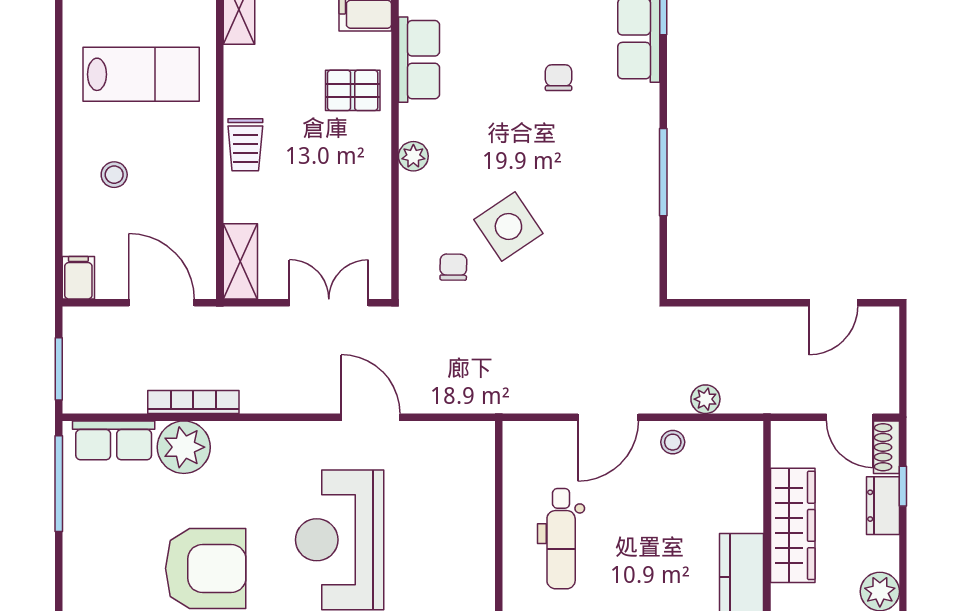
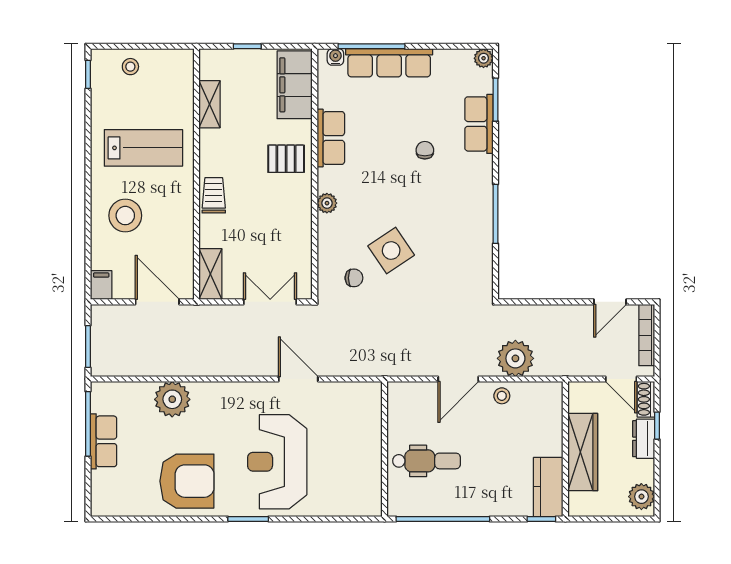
trolley: (245, 145) -> (214, 195), turned 180
stool: (114, 175) -> (125, 216), width x1.89, depth x1.89
chair: (453, 267) -> (354, 278), turned 89
plant: (705, 399) -> (515, 358), width x1.87, depth x1.87
bookcase: (193, 402) -> (647, 335), moved, turned -90
row of seats: (114, 440) -> (104, 441), moved, turned -90
dental chair: (561, 539) -> (427, 461), turned -90

